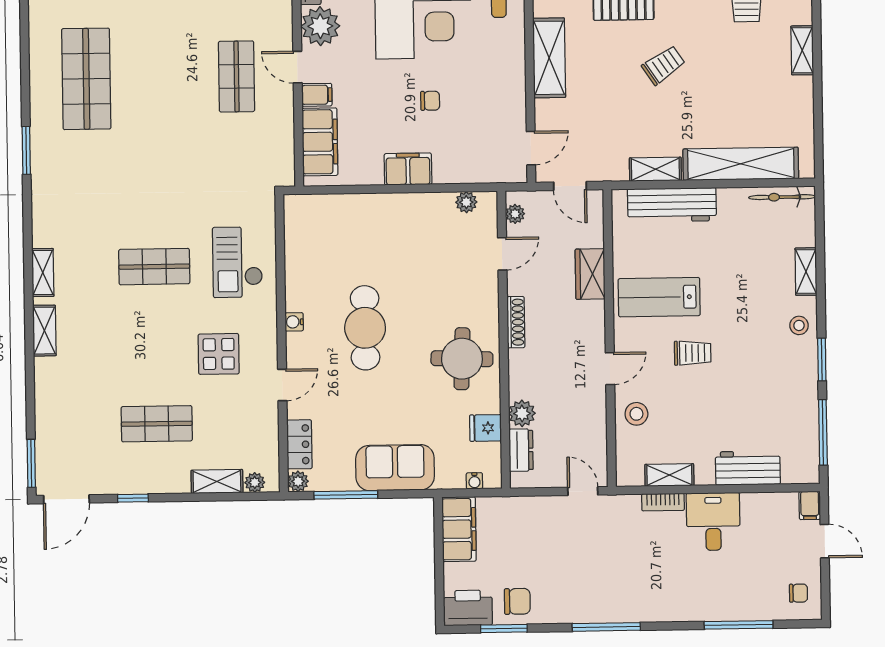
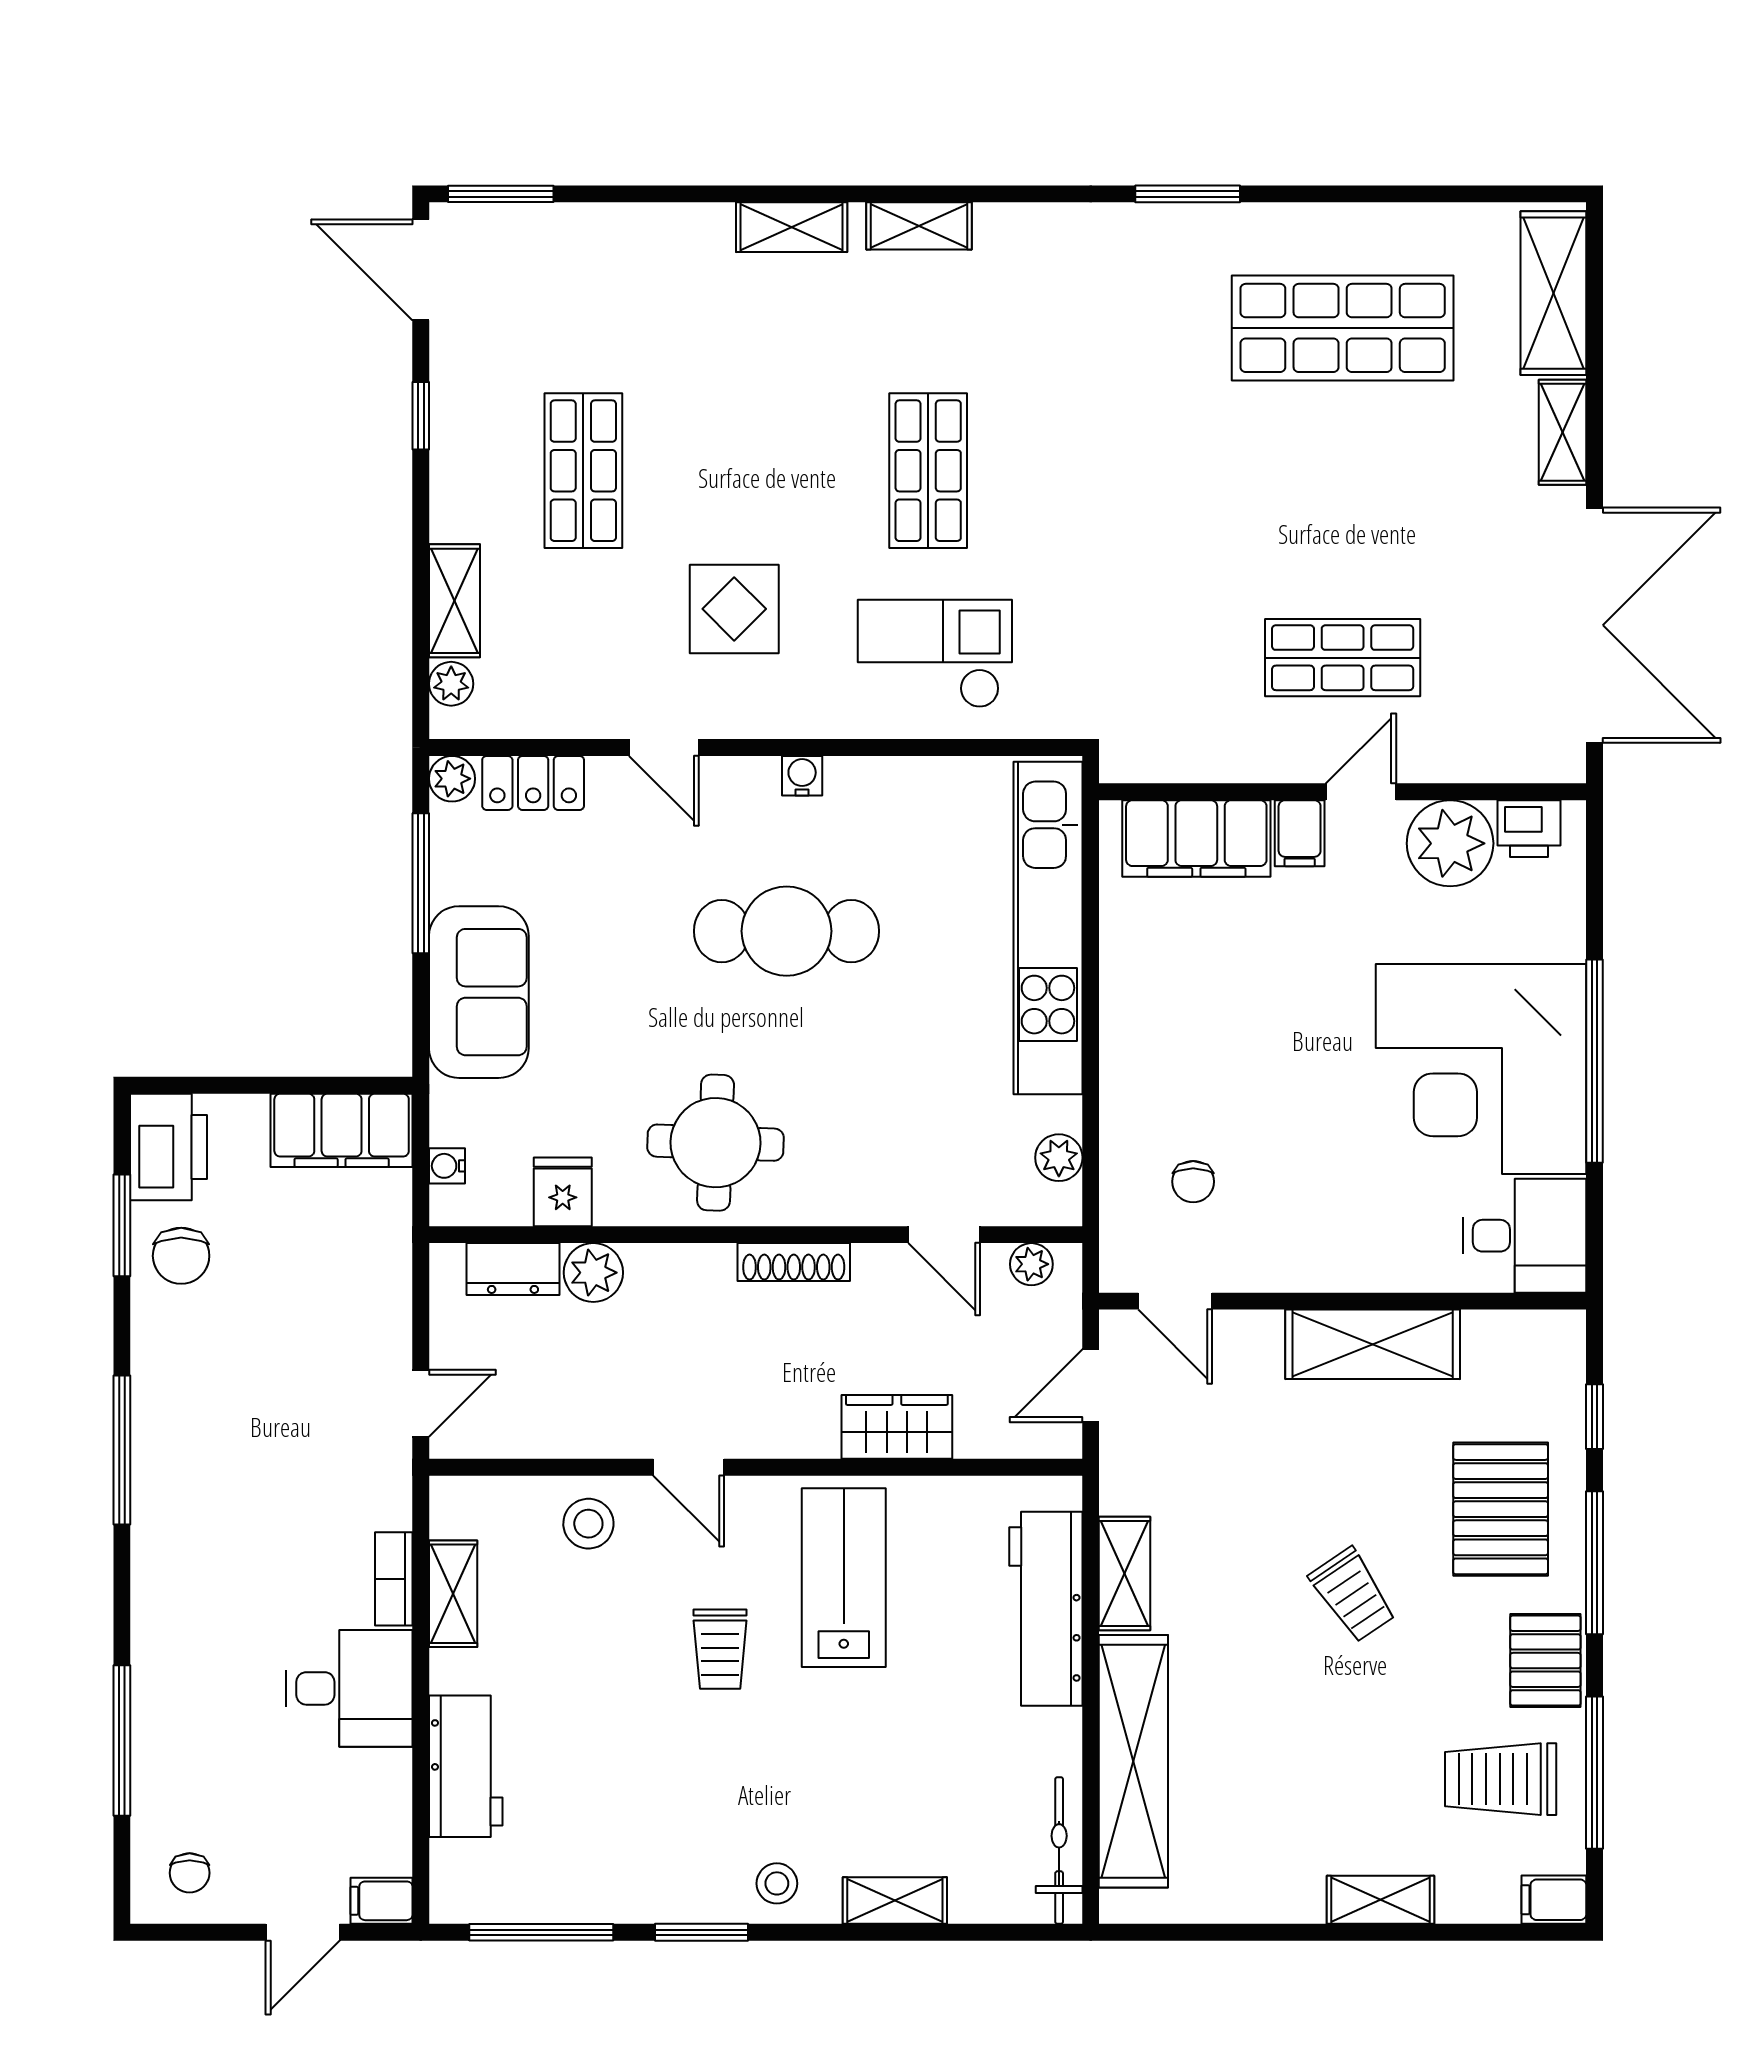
chair: (430, 101) -> (1193, 1182), moved
filing cabinet: (408, 169) -> (1134, 1031), removed
kitchen unit: (362, 209) -> (1048, 928), added

